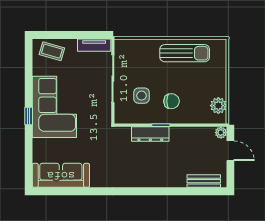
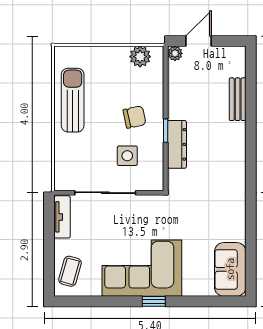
chair: (171, 101) -> (135, 117), turned 78
sofa: (61, 175) -> (230, 269), width x0.73
bench: (204, 181) -> (238, 99), moved

